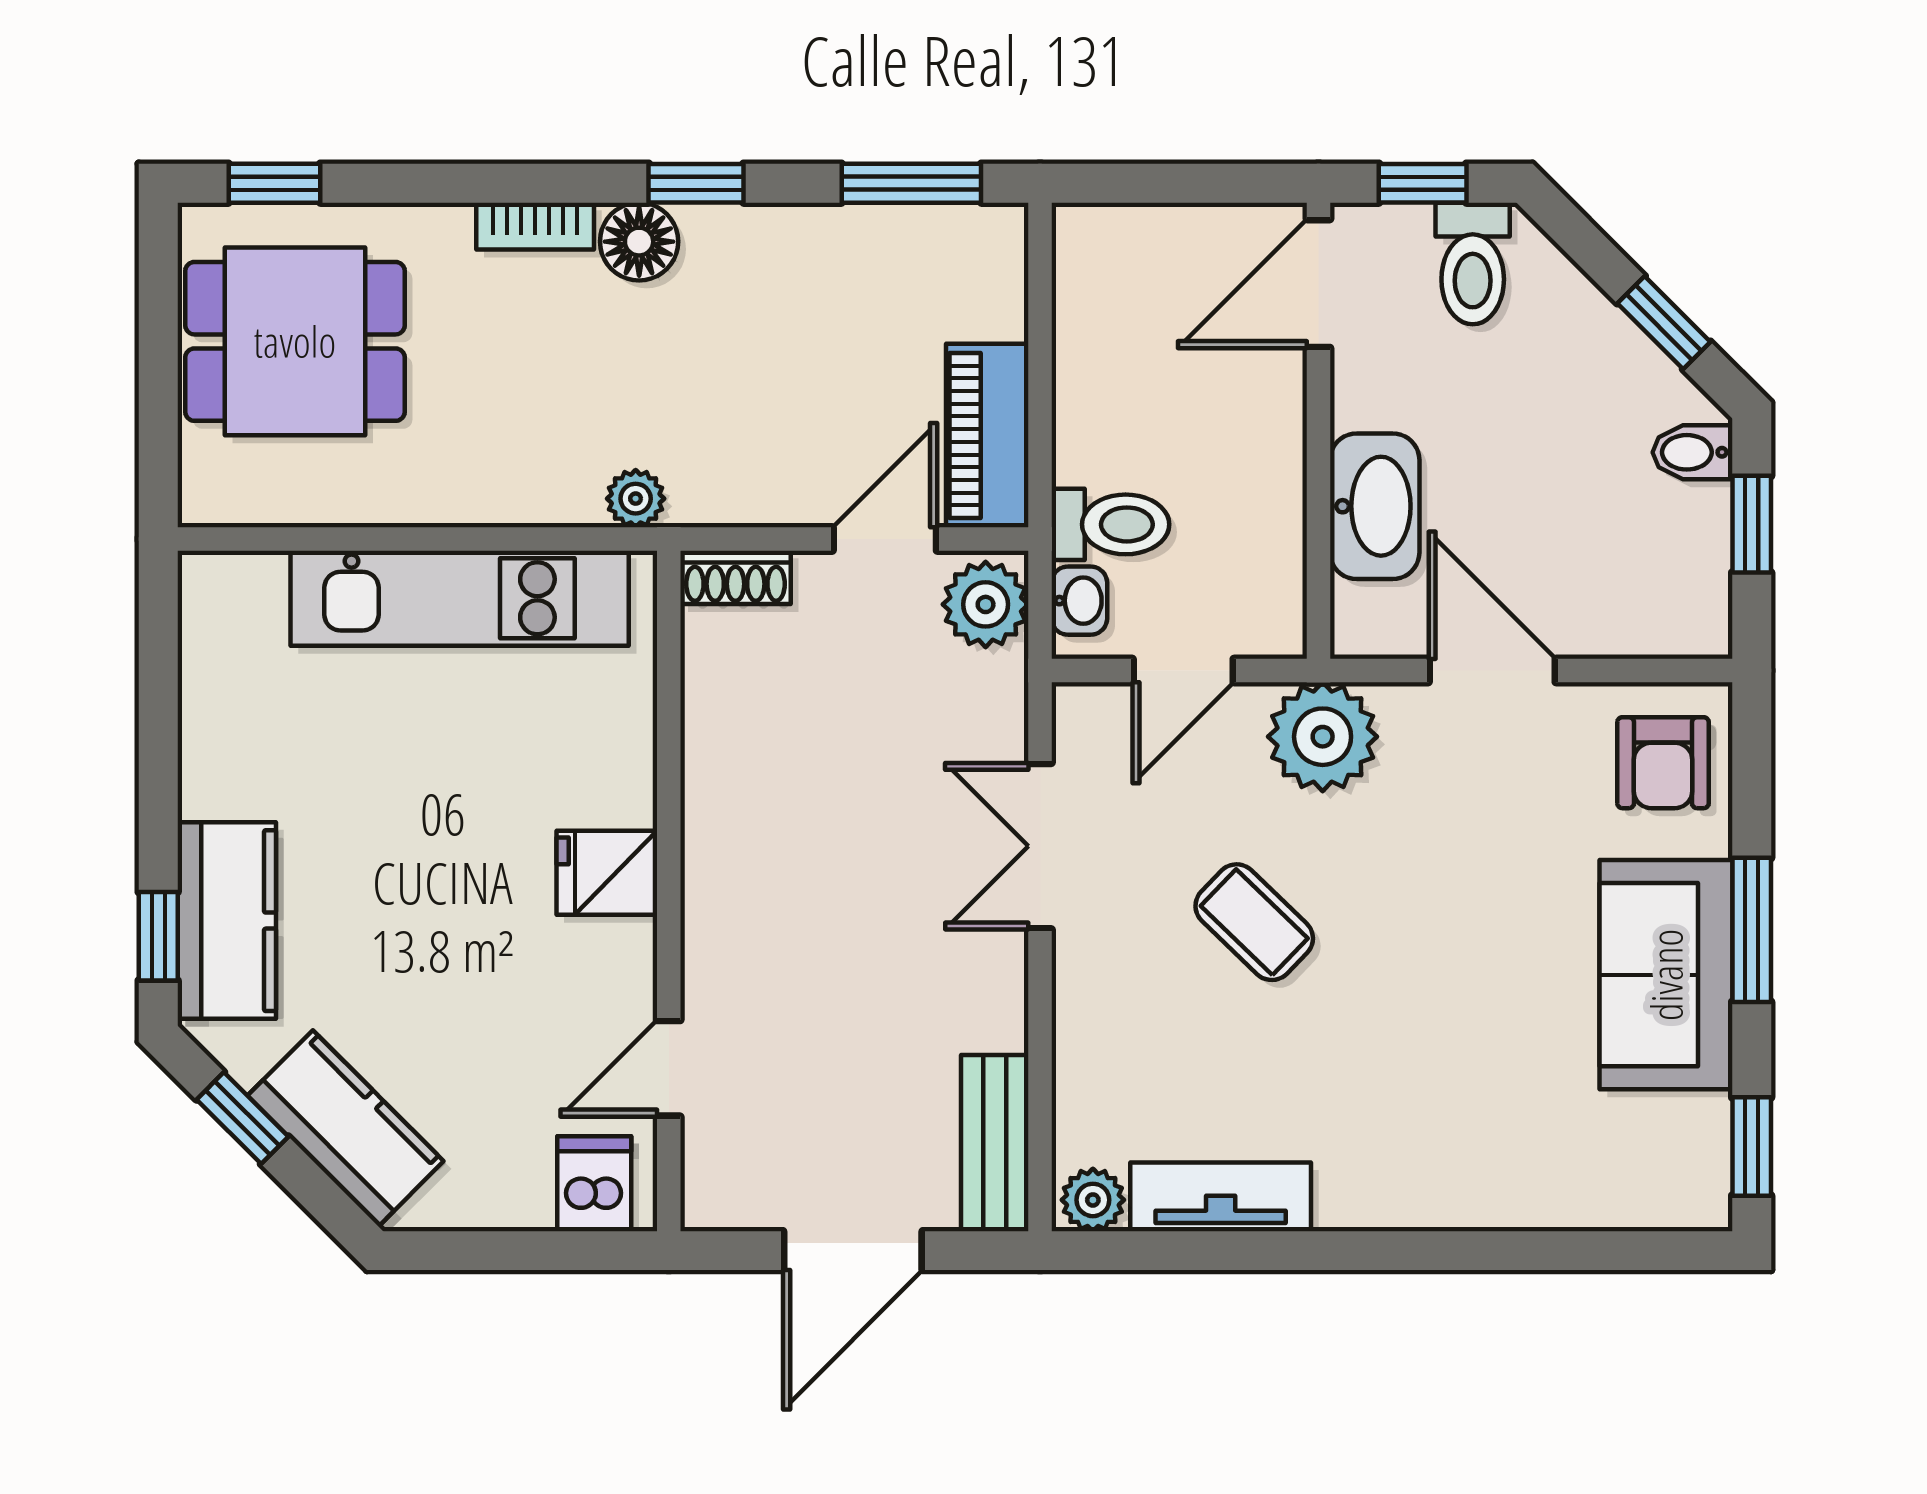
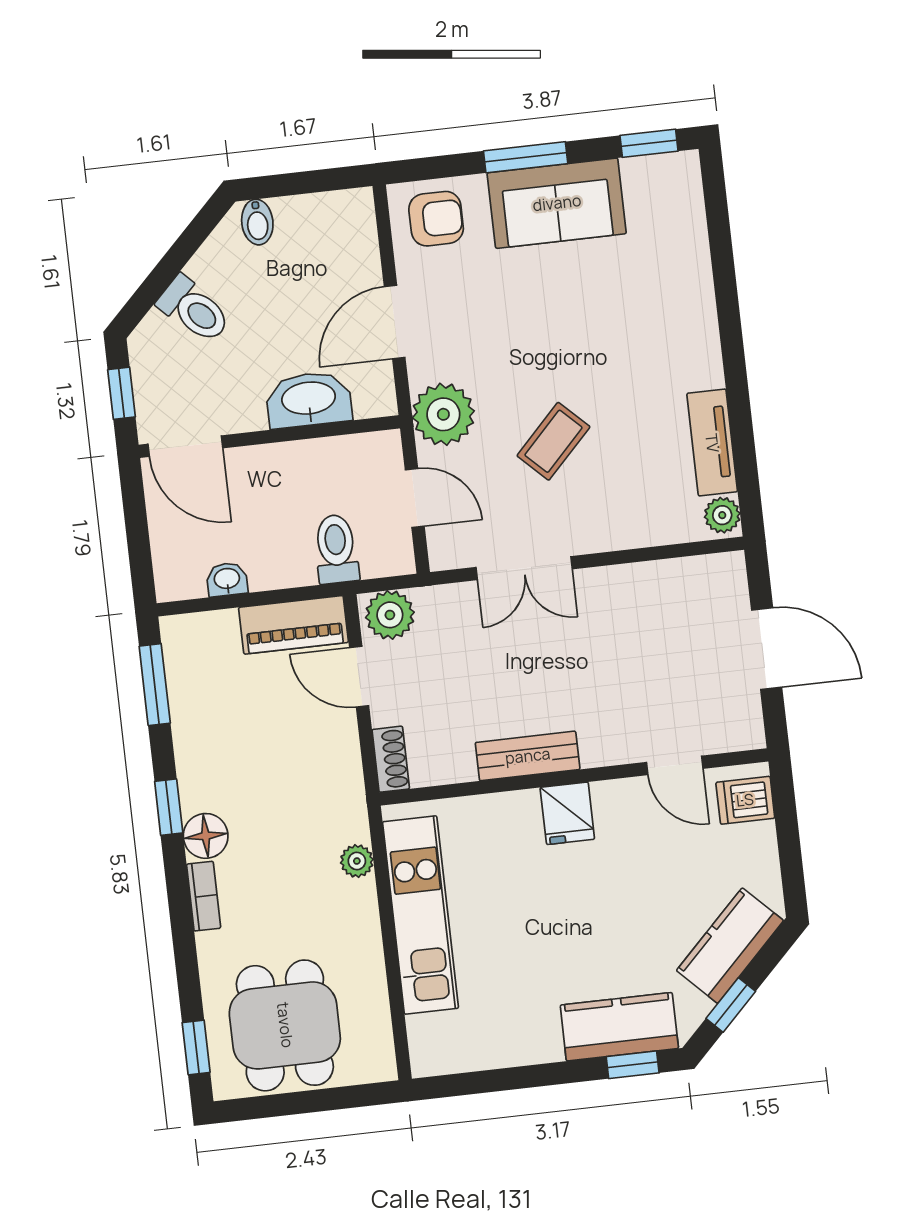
toilet: (1473, 264) -> (194, 310), moved, turned 45
window: (1664, 323) -> (185, 247), removed
plant: (636, 499) -> (357, 861), moved
window: (1752, 524) -> (294, 184), removed
washbasin: (1079, 601) -> (227, 579), moved
bench: (995, 1143) -> (528, 756), moved

